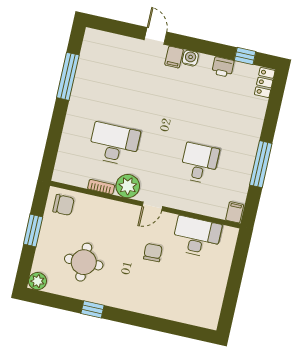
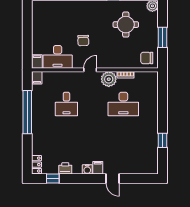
window: (68, 76) -> (162, 140), width x0.46
window: (261, 164) -> (27, 112), width x1.46
filing cabinet: (229, 237) -> (37, 61), added

